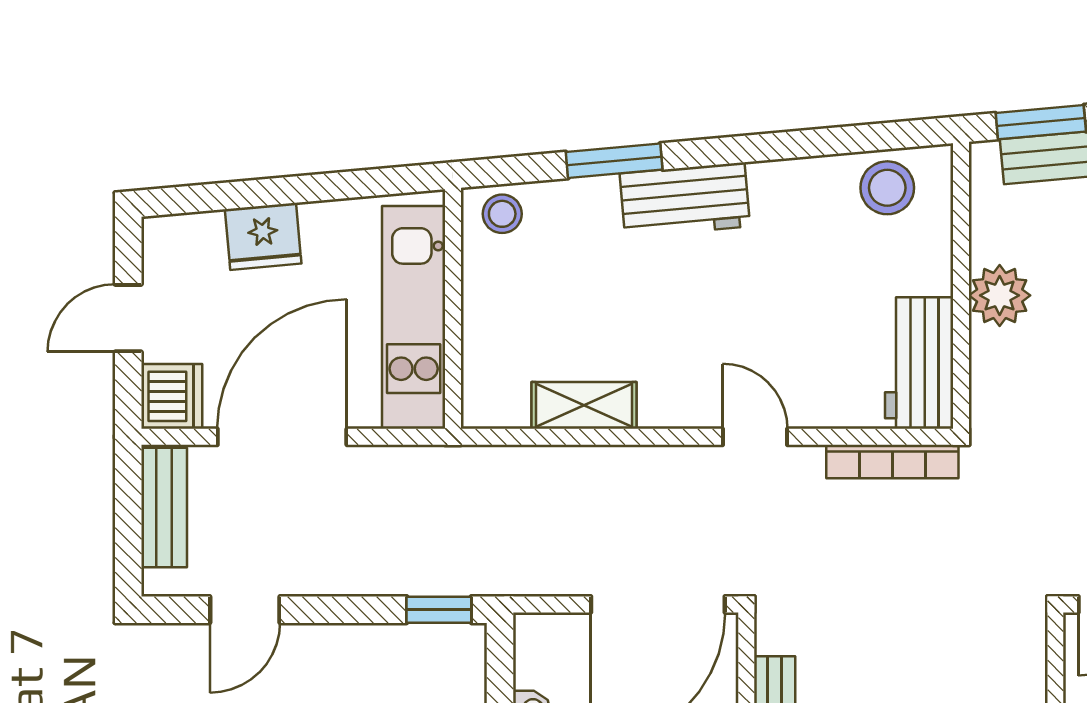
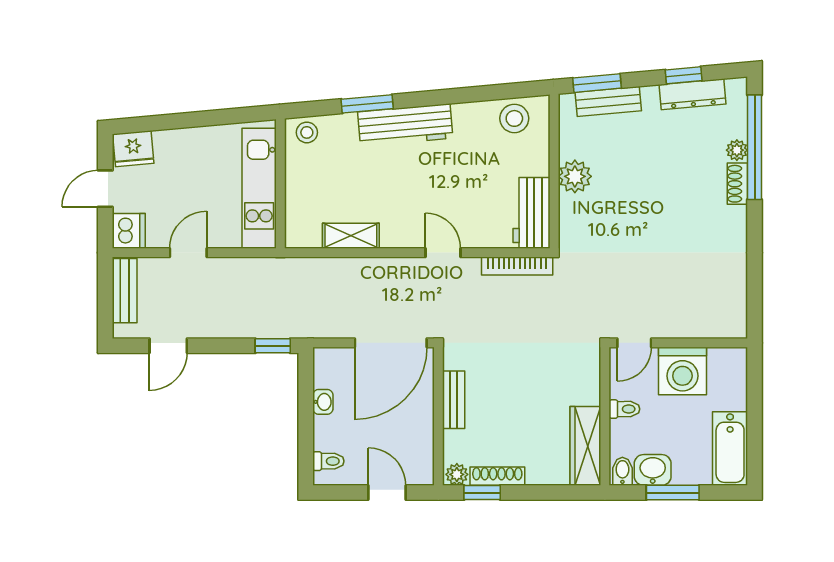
workbench: (685, 200) -> (405, 125), width x1.38
fridge: (263, 236) -> (133, 149), moved
door: (282, 437) -> (188, 253), width x0.53

